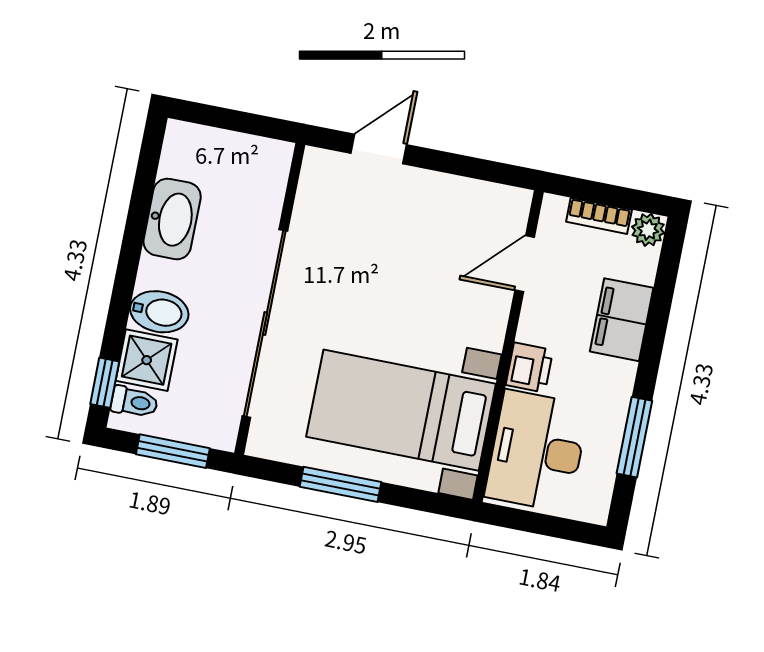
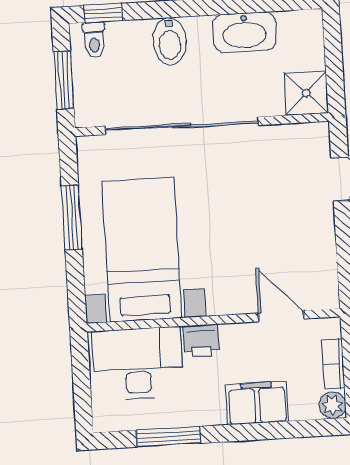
shower: (147, 360) -> (306, 93), moved

